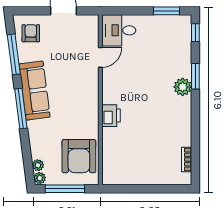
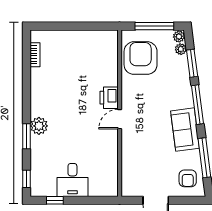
window: (166, 11) -> (55, 200), width x0.67
desk: (119, 30) -> (72, 180), moved, turned 90
door: (100, 57) -> (120, 119), moved
sofa: (35, 91) -> (185, 130), width x0.73
window: (26, 151) -> (192, 63), added

